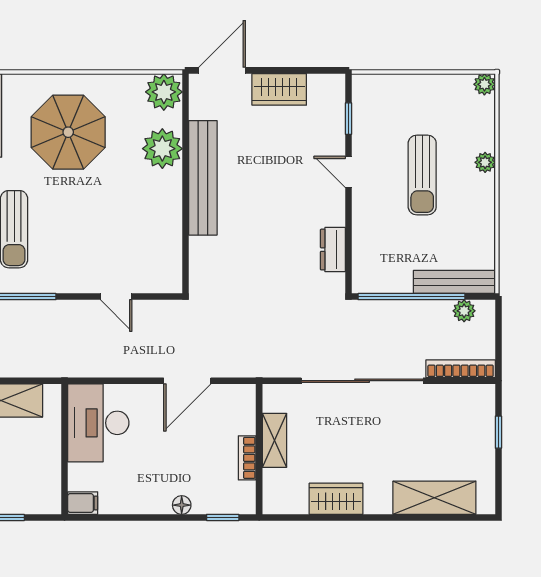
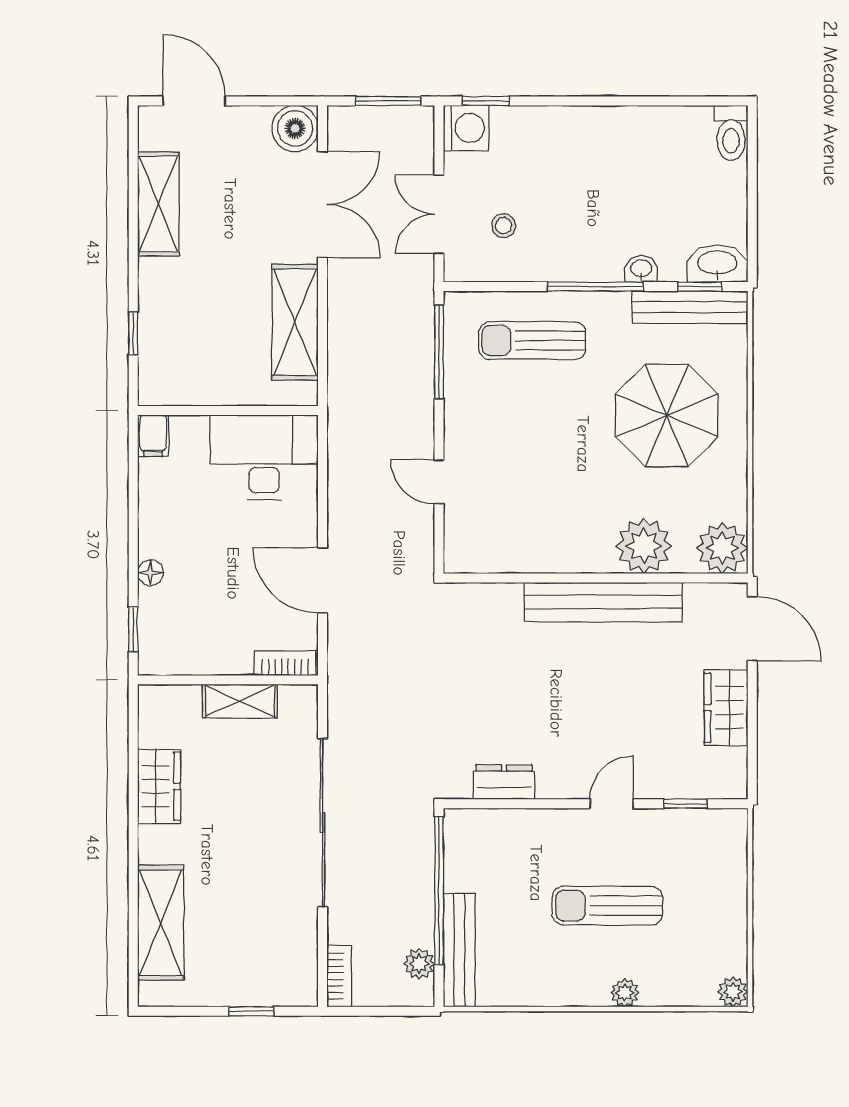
door: (116, 297) -> (439, 482), hinge flipped
bookcase: (461, 369) -> (339, 976), width x0.64
bookcase: (247, 458) -> (285, 663), moved

